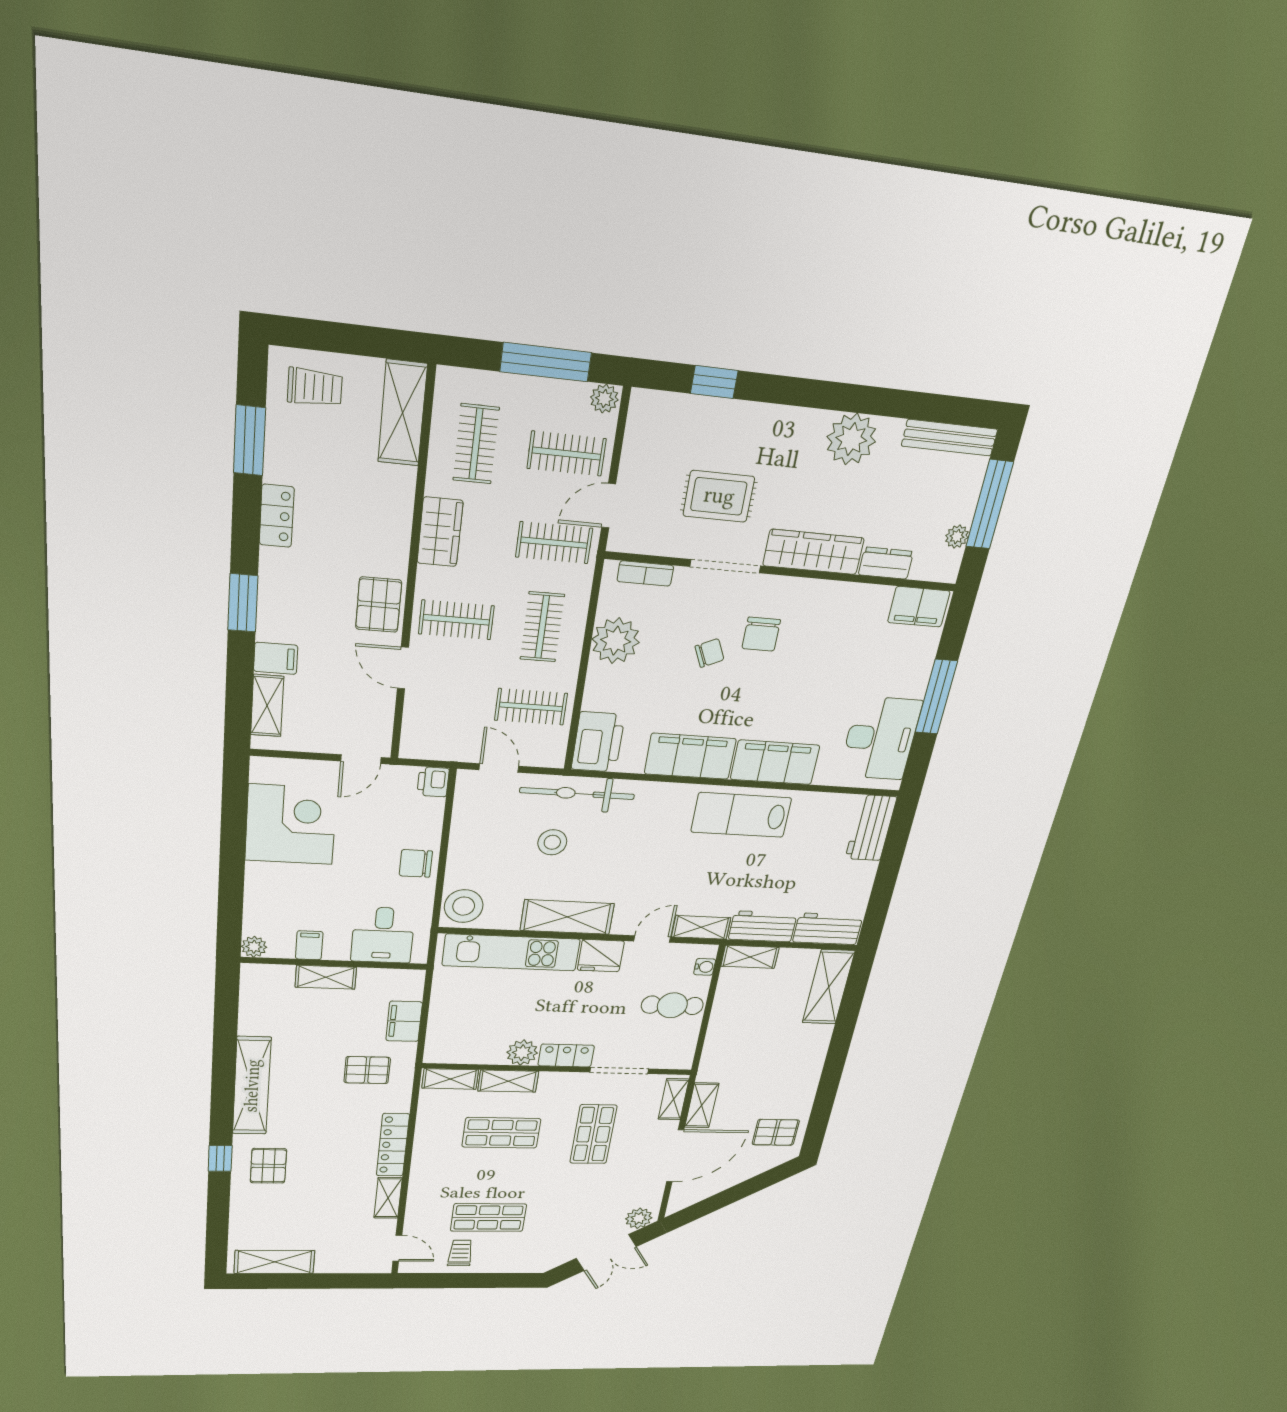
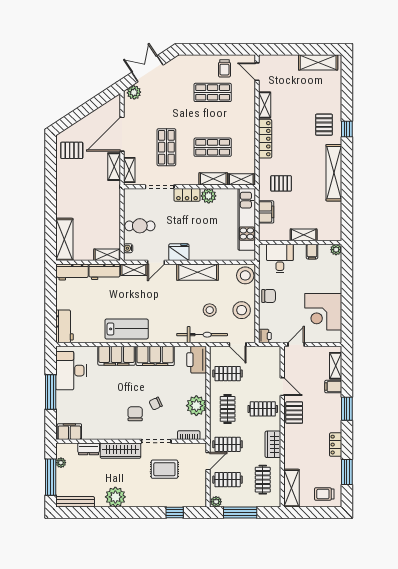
stool: (481, 838) -> (242, 310), added
kitchen unit: (511, 952) -> (247, 219), moved, turned -90

